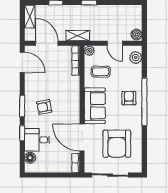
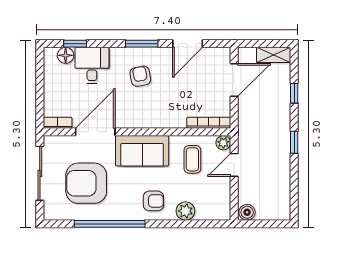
shelving: (78, 36) -> (245, 126), removed
door: (115, 43) -> (234, 165), moved
plant: (136, 58) -> (185, 211), moved
door: (22, 62) -> (188, 44), moved
window: (144, 102) -> (110, 224), moved
window: (22, 133) -> (75, 44), moved

